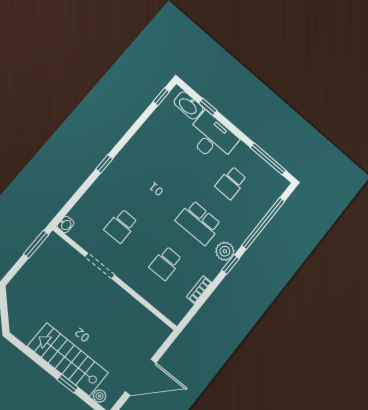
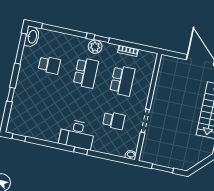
washbasin: (189, 105) -> (32, 37), moved
window: (208, 107) -> (11, 95), moved
desk: (212, 138) -> (77, 134), moved, turned -90
window: (36, 244) -> (163, 168), moved
school desk: (166, 263) -> (122, 81), width x1.85

